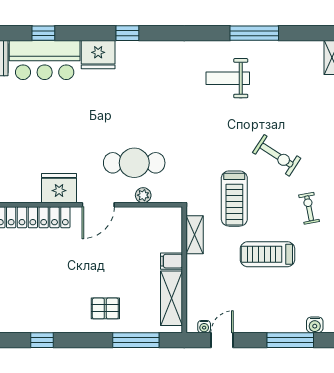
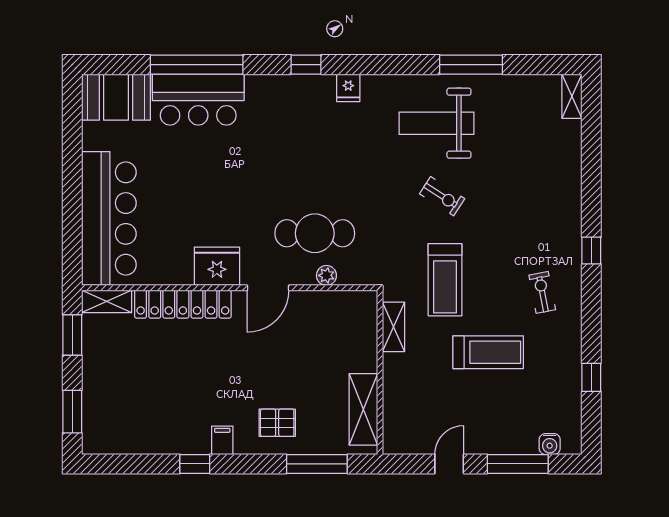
window: (43, 33) -> (197, 65), width x3.17
fridge: (98, 55) -> (348, 88), moved, width x0.53, depth x0.75
weight bench: (228, 78) -> (436, 123), width x1.36, depth x1.33
exercise bike: (277, 155) -> (442, 196), moved, width x0.73, depth x0.72
treadmill: (267, 254) -> (488, 352), turned 180
filing cabinet: (172, 261) -> (222, 440), moved, turned 90
water cooler: (204, 327) -> (406, 446), removed
door: (222, 340) -> (449, 464), moved

